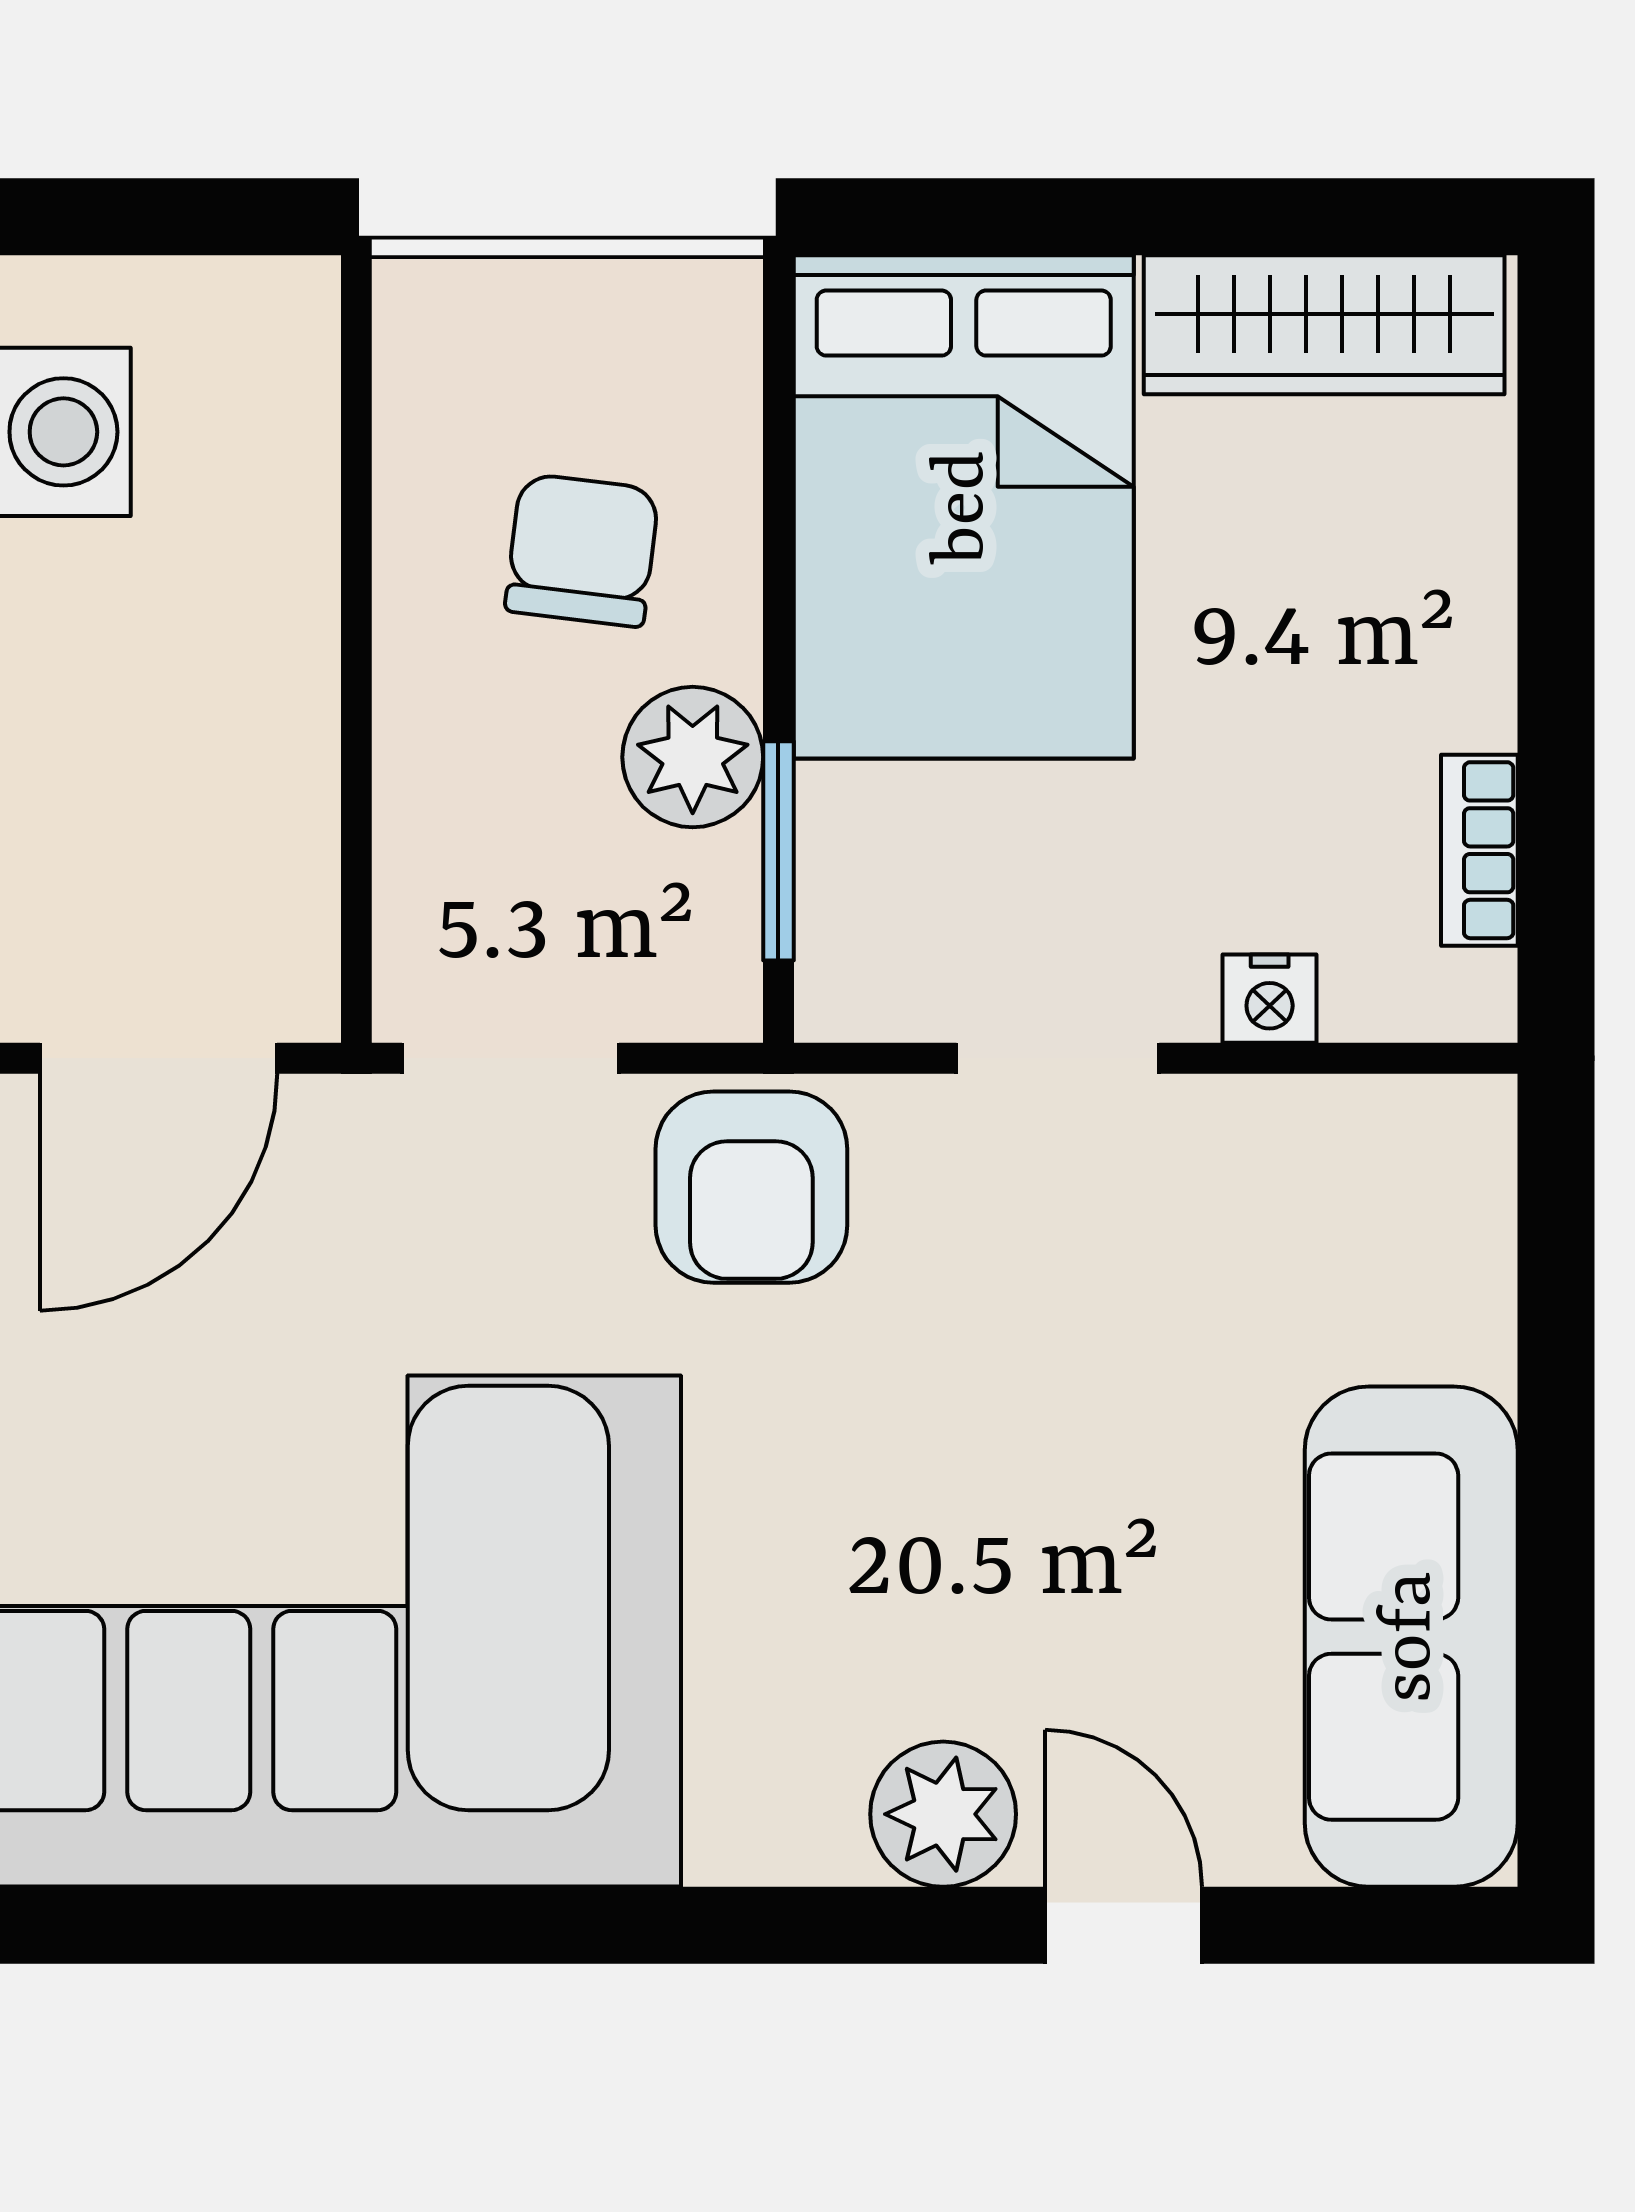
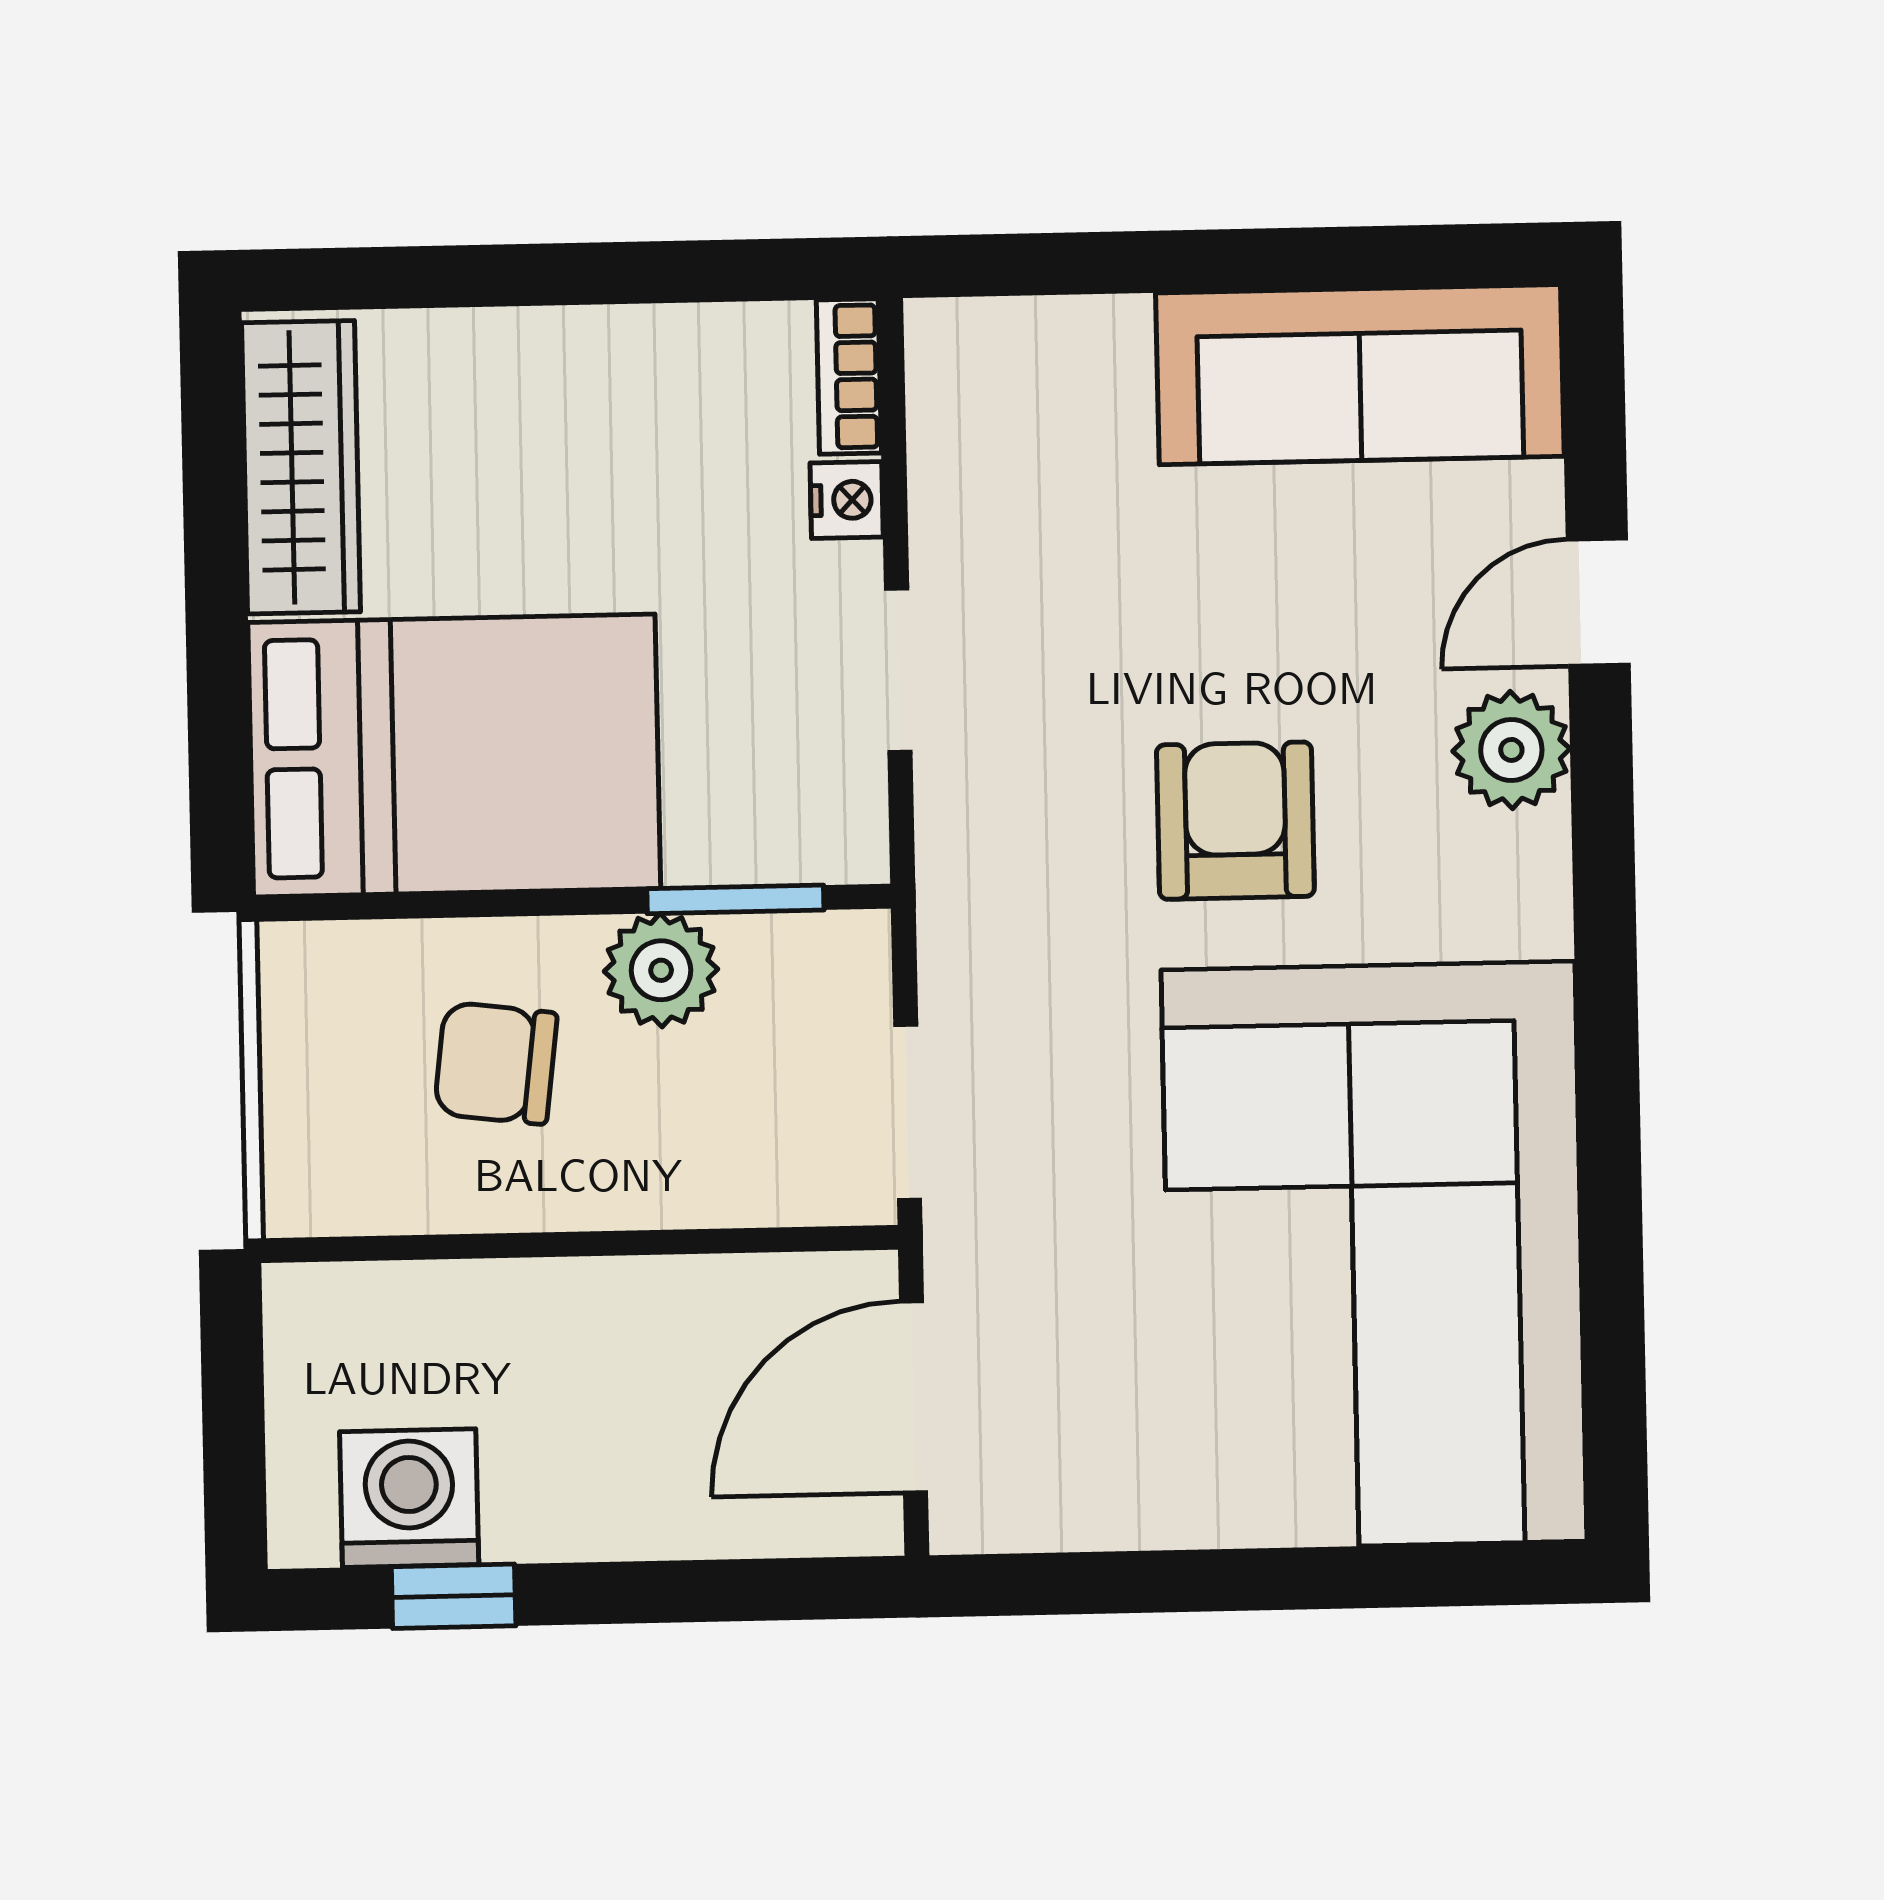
bookcase: (1479, 850) -> (849, 376), moved, turned 90
door: (159, 1058) -> (914, 1397), swing flipped
armchair: (751, 1187) -> (1235, 821), moved, turned -90

